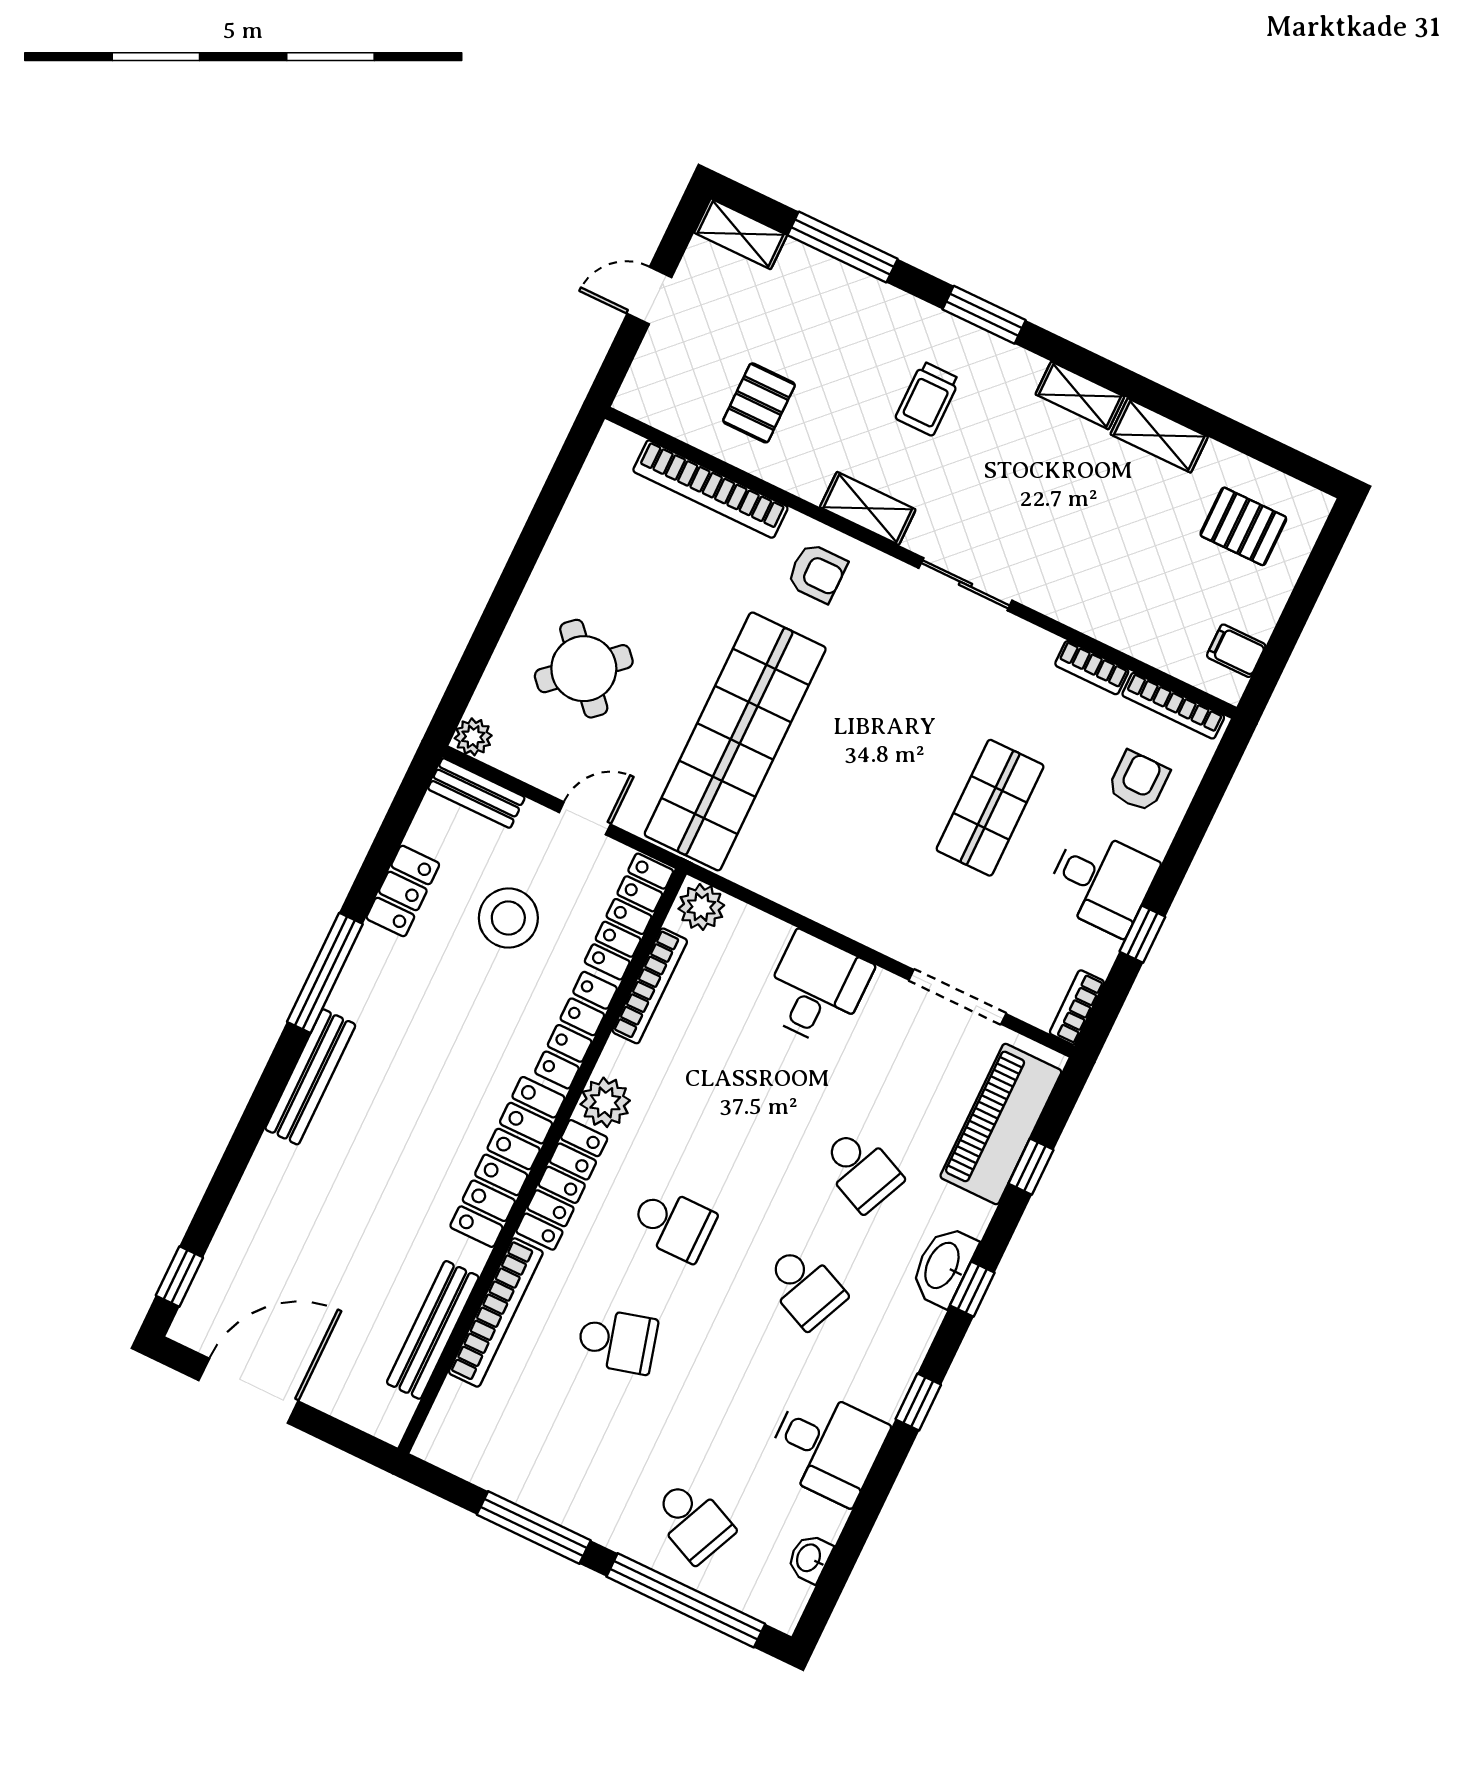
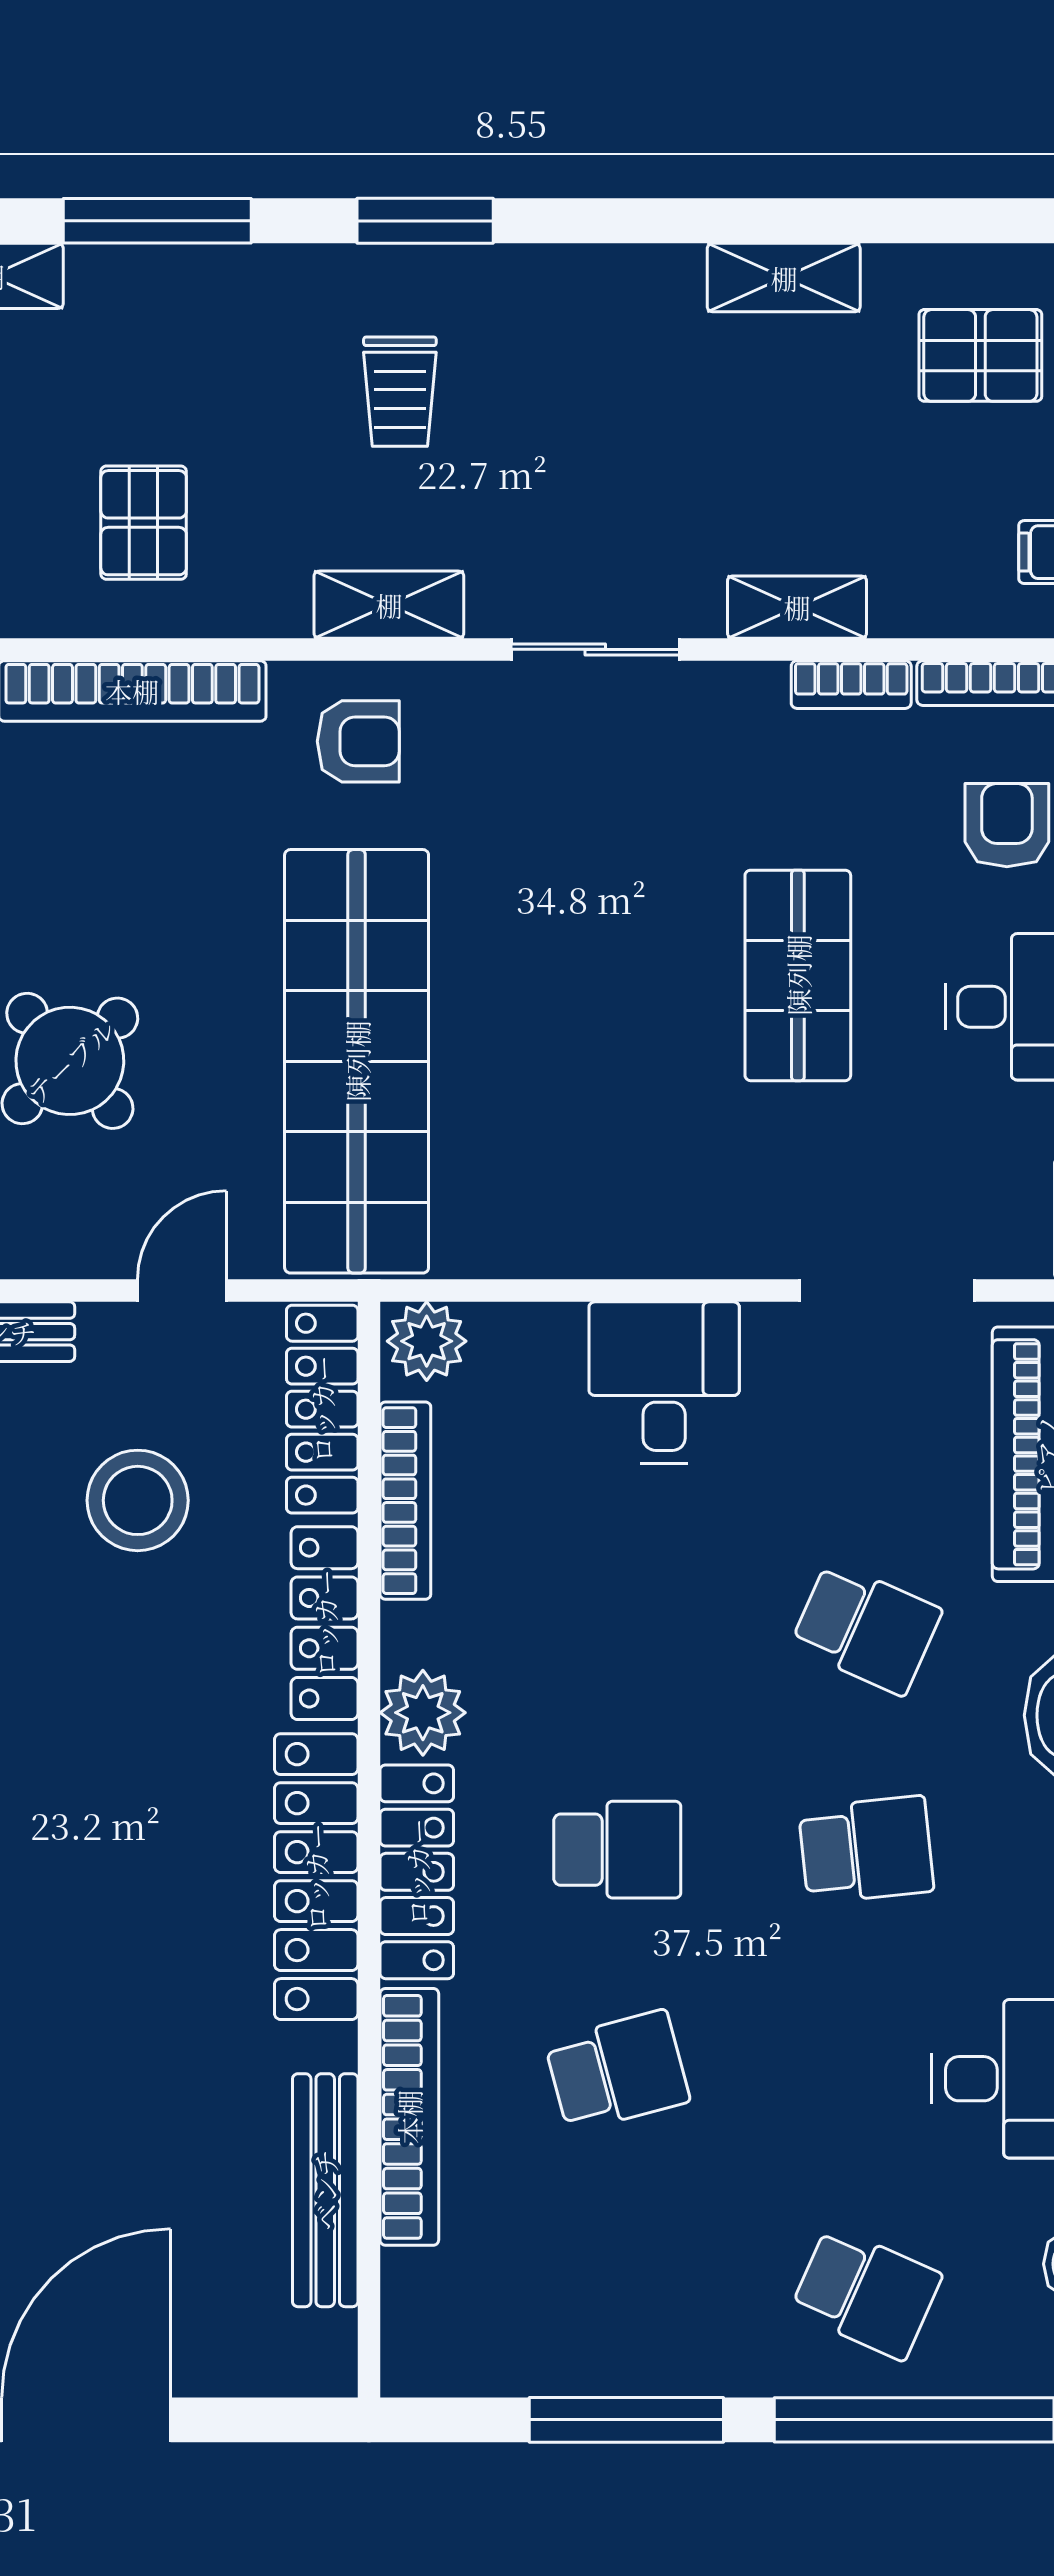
shelving: (1080, 395) -> (797, 607), moved
school desk: (805, 1287) -> (866, 1850), turned -30

